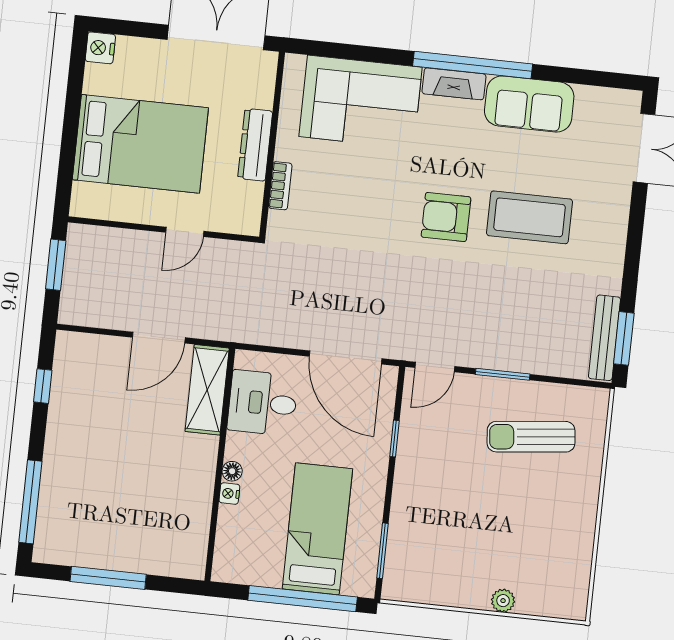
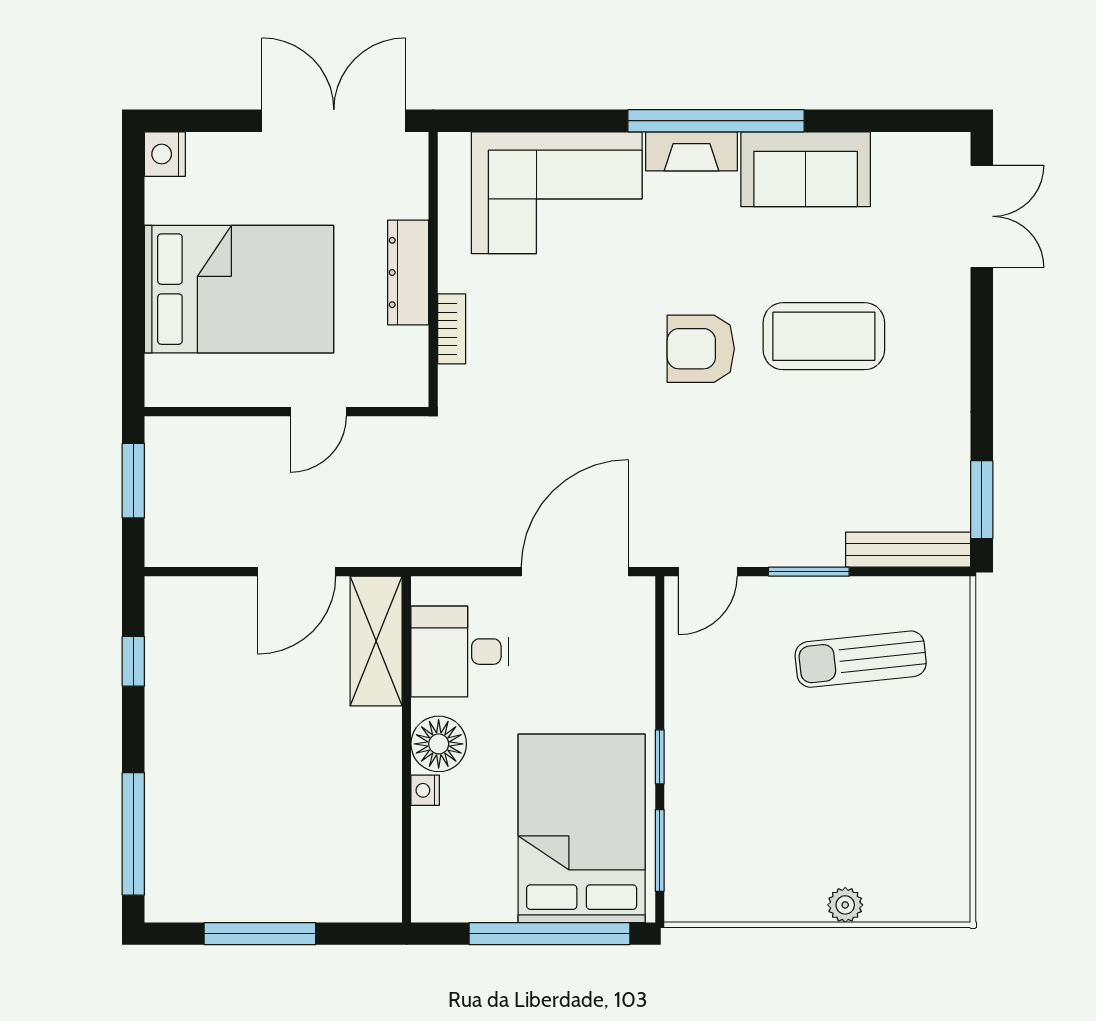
bench: (604, 338) -> (908, 550), moved, turned 90
door: (346, 358) -> (575, 572), swing flipped
window: (394, 439) -> (660, 757), moved
floor lamp: (232, 471) -> (439, 744), width x1.89, depth x1.89
bed: (317, 529) -> (582, 828), width x1.50

